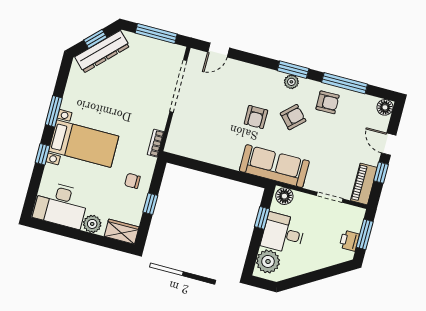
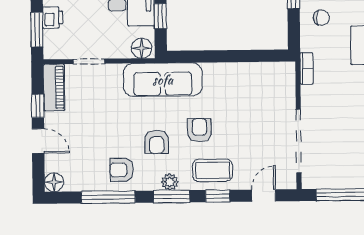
window: (256, 60) -> (218, 196), added
coffee table: (254, 82) -> (212, 170), added
armchair: (293, 117) -> (157, 142), turned -47

